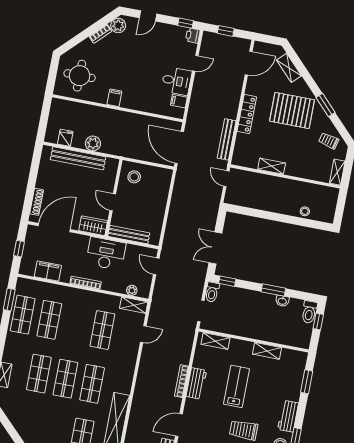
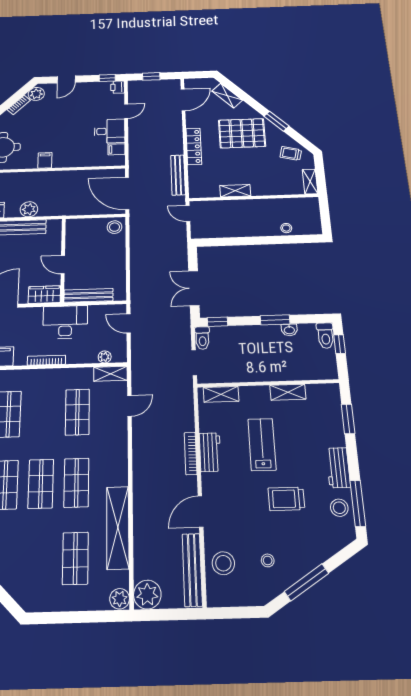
stool: (134, 177) -> (115, 227), moved

